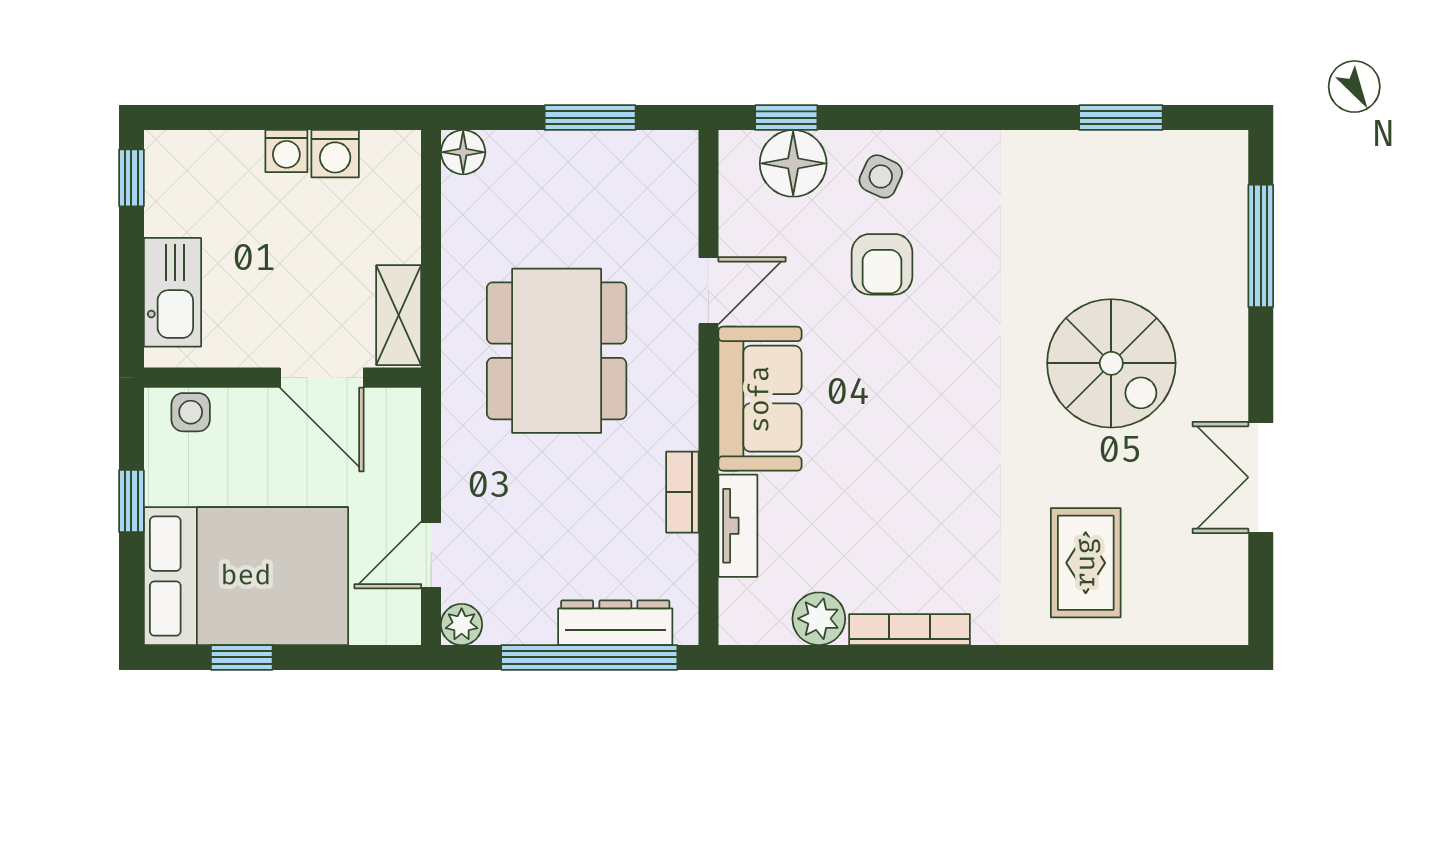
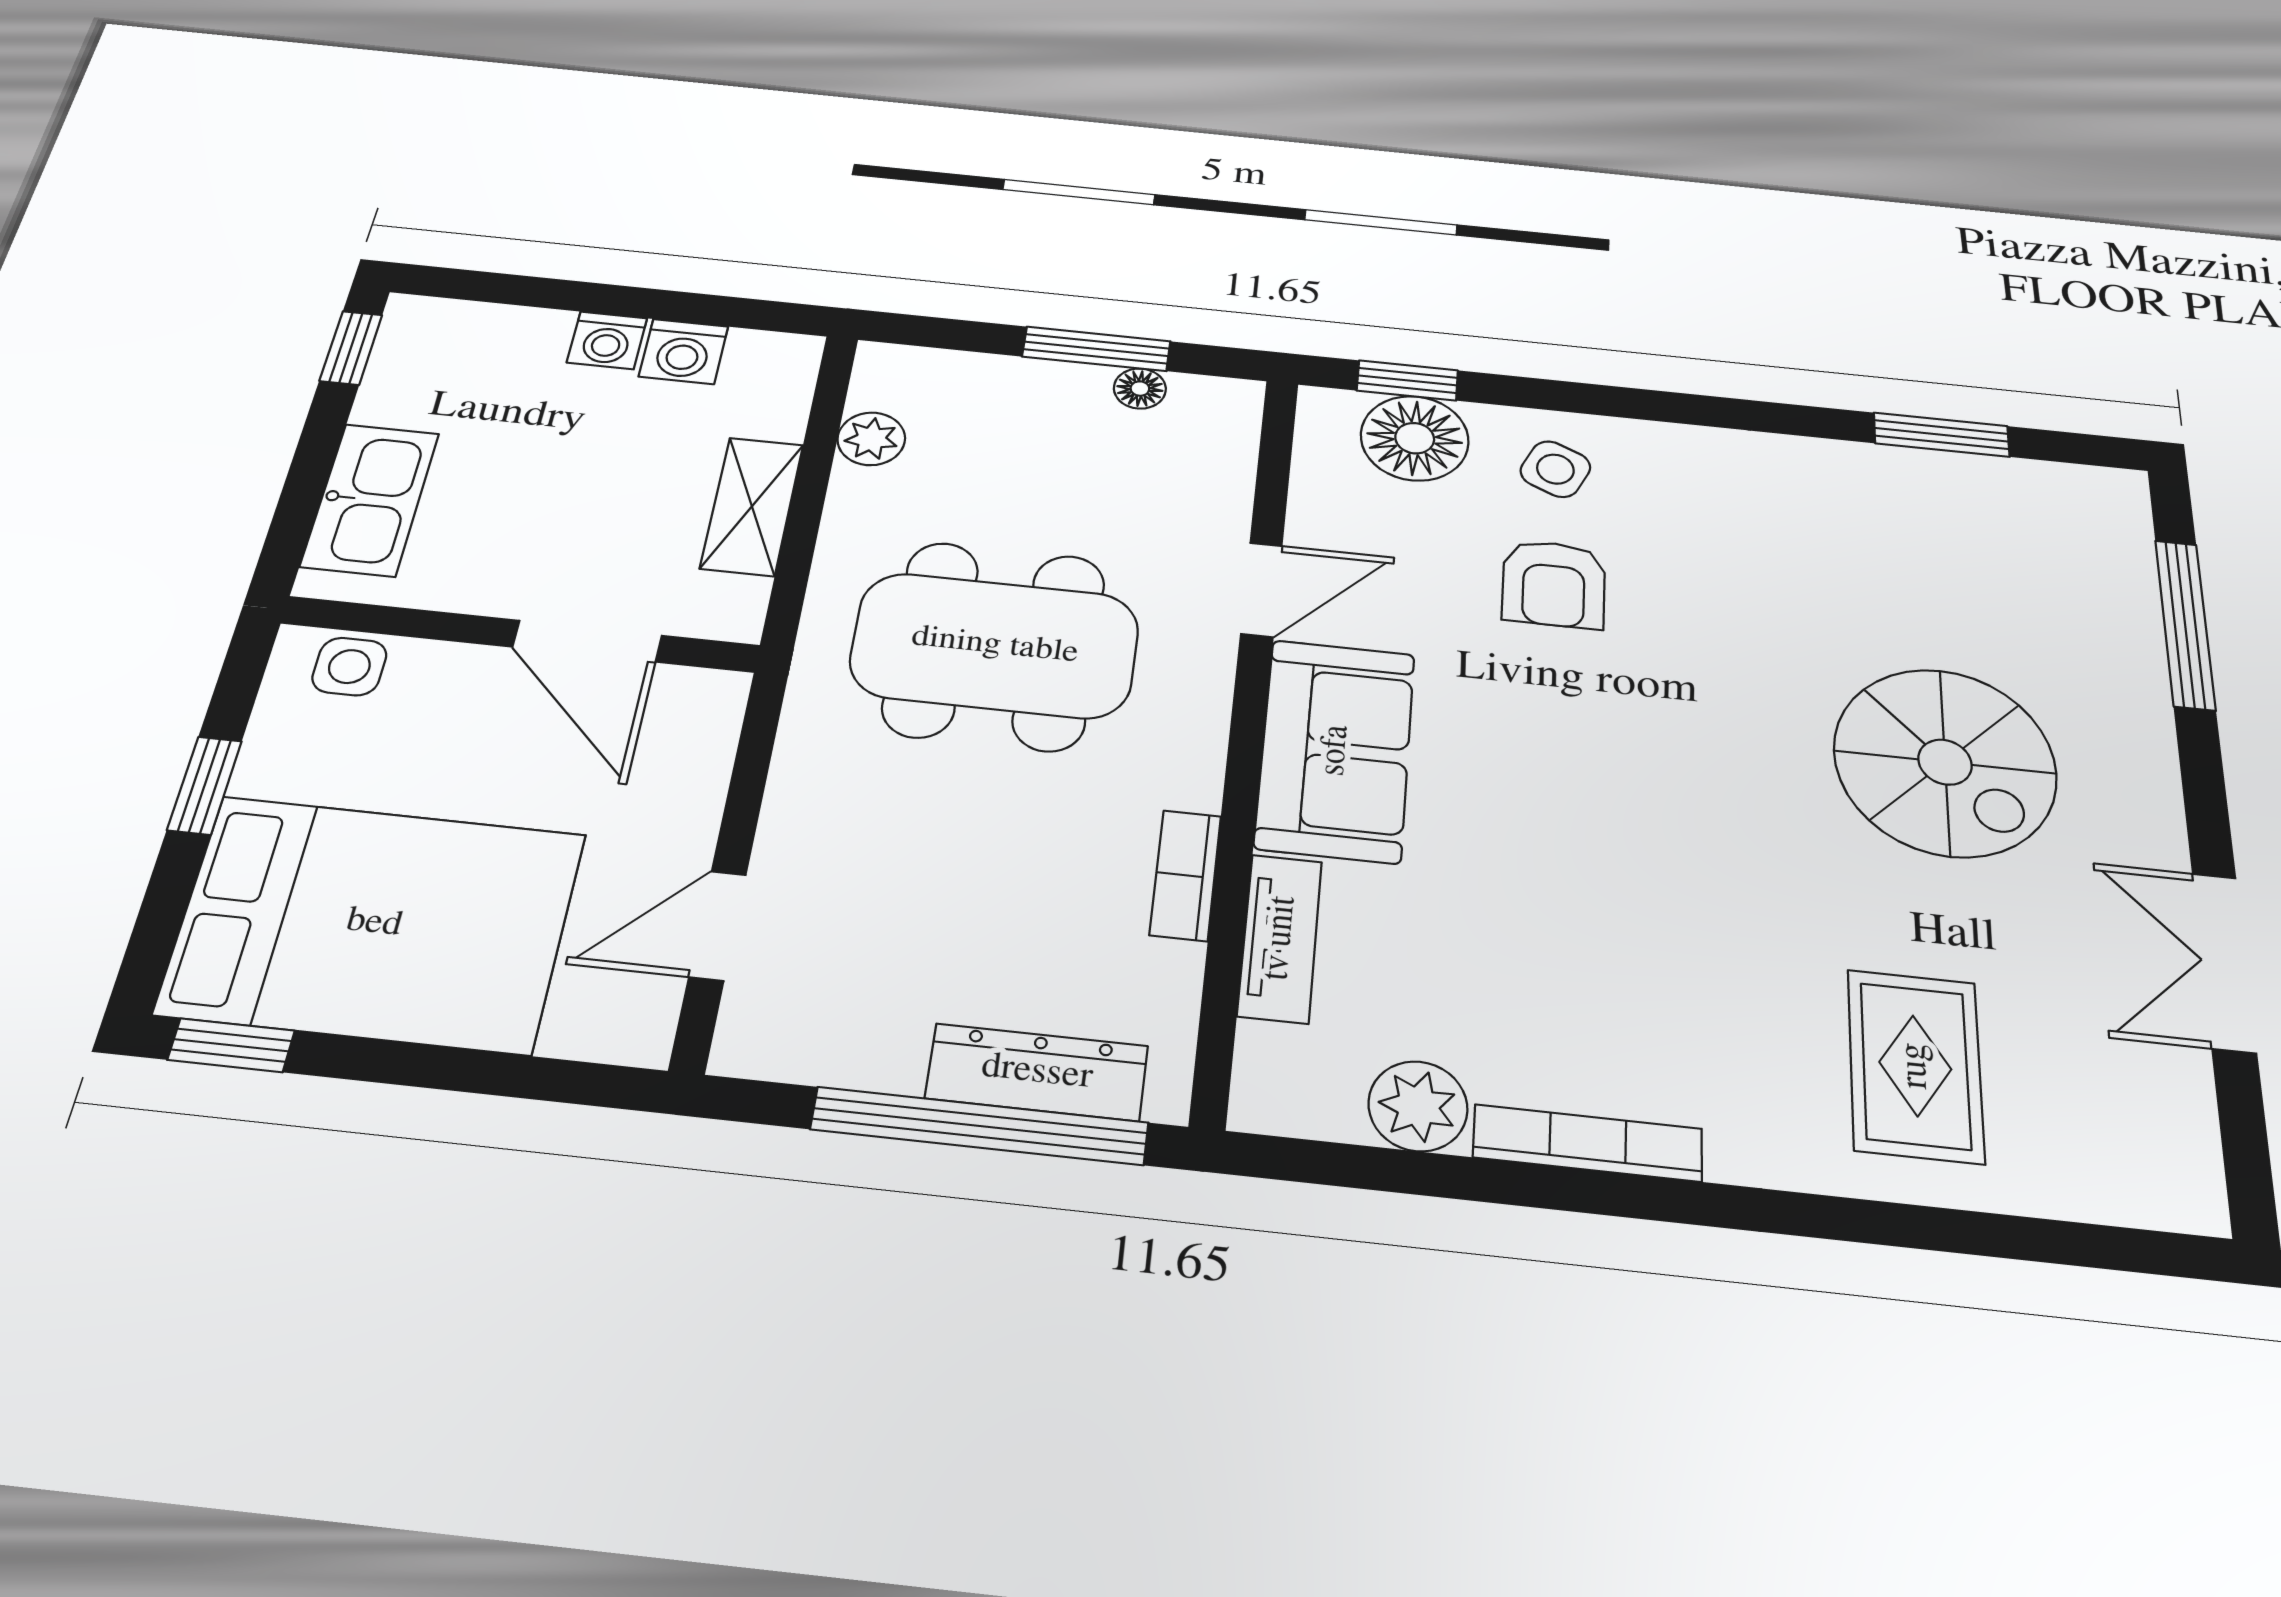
floor lamp: (463, 152) -> (1140, 389), moved, width x0.73, depth x0.73
shelving: (399, 315) -> (752, 506), moved
dining table: (557, 351) -> (995, 645), turned 90
plant: (462, 624) -> (871, 439), moved
window: (242, 657) -> (231, 1045), moved

